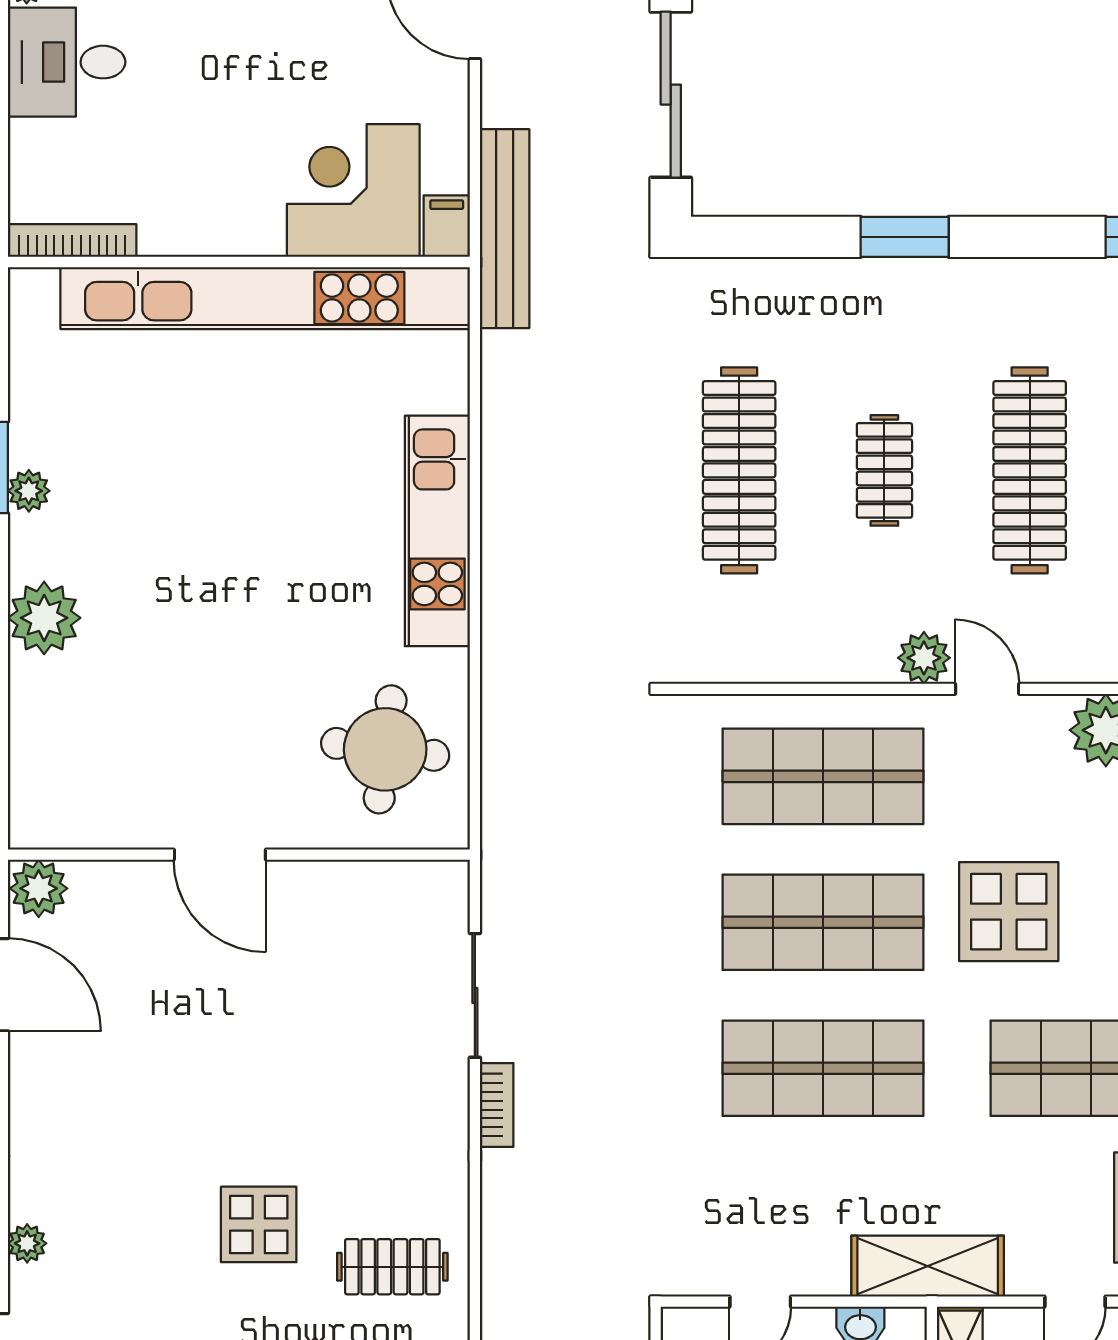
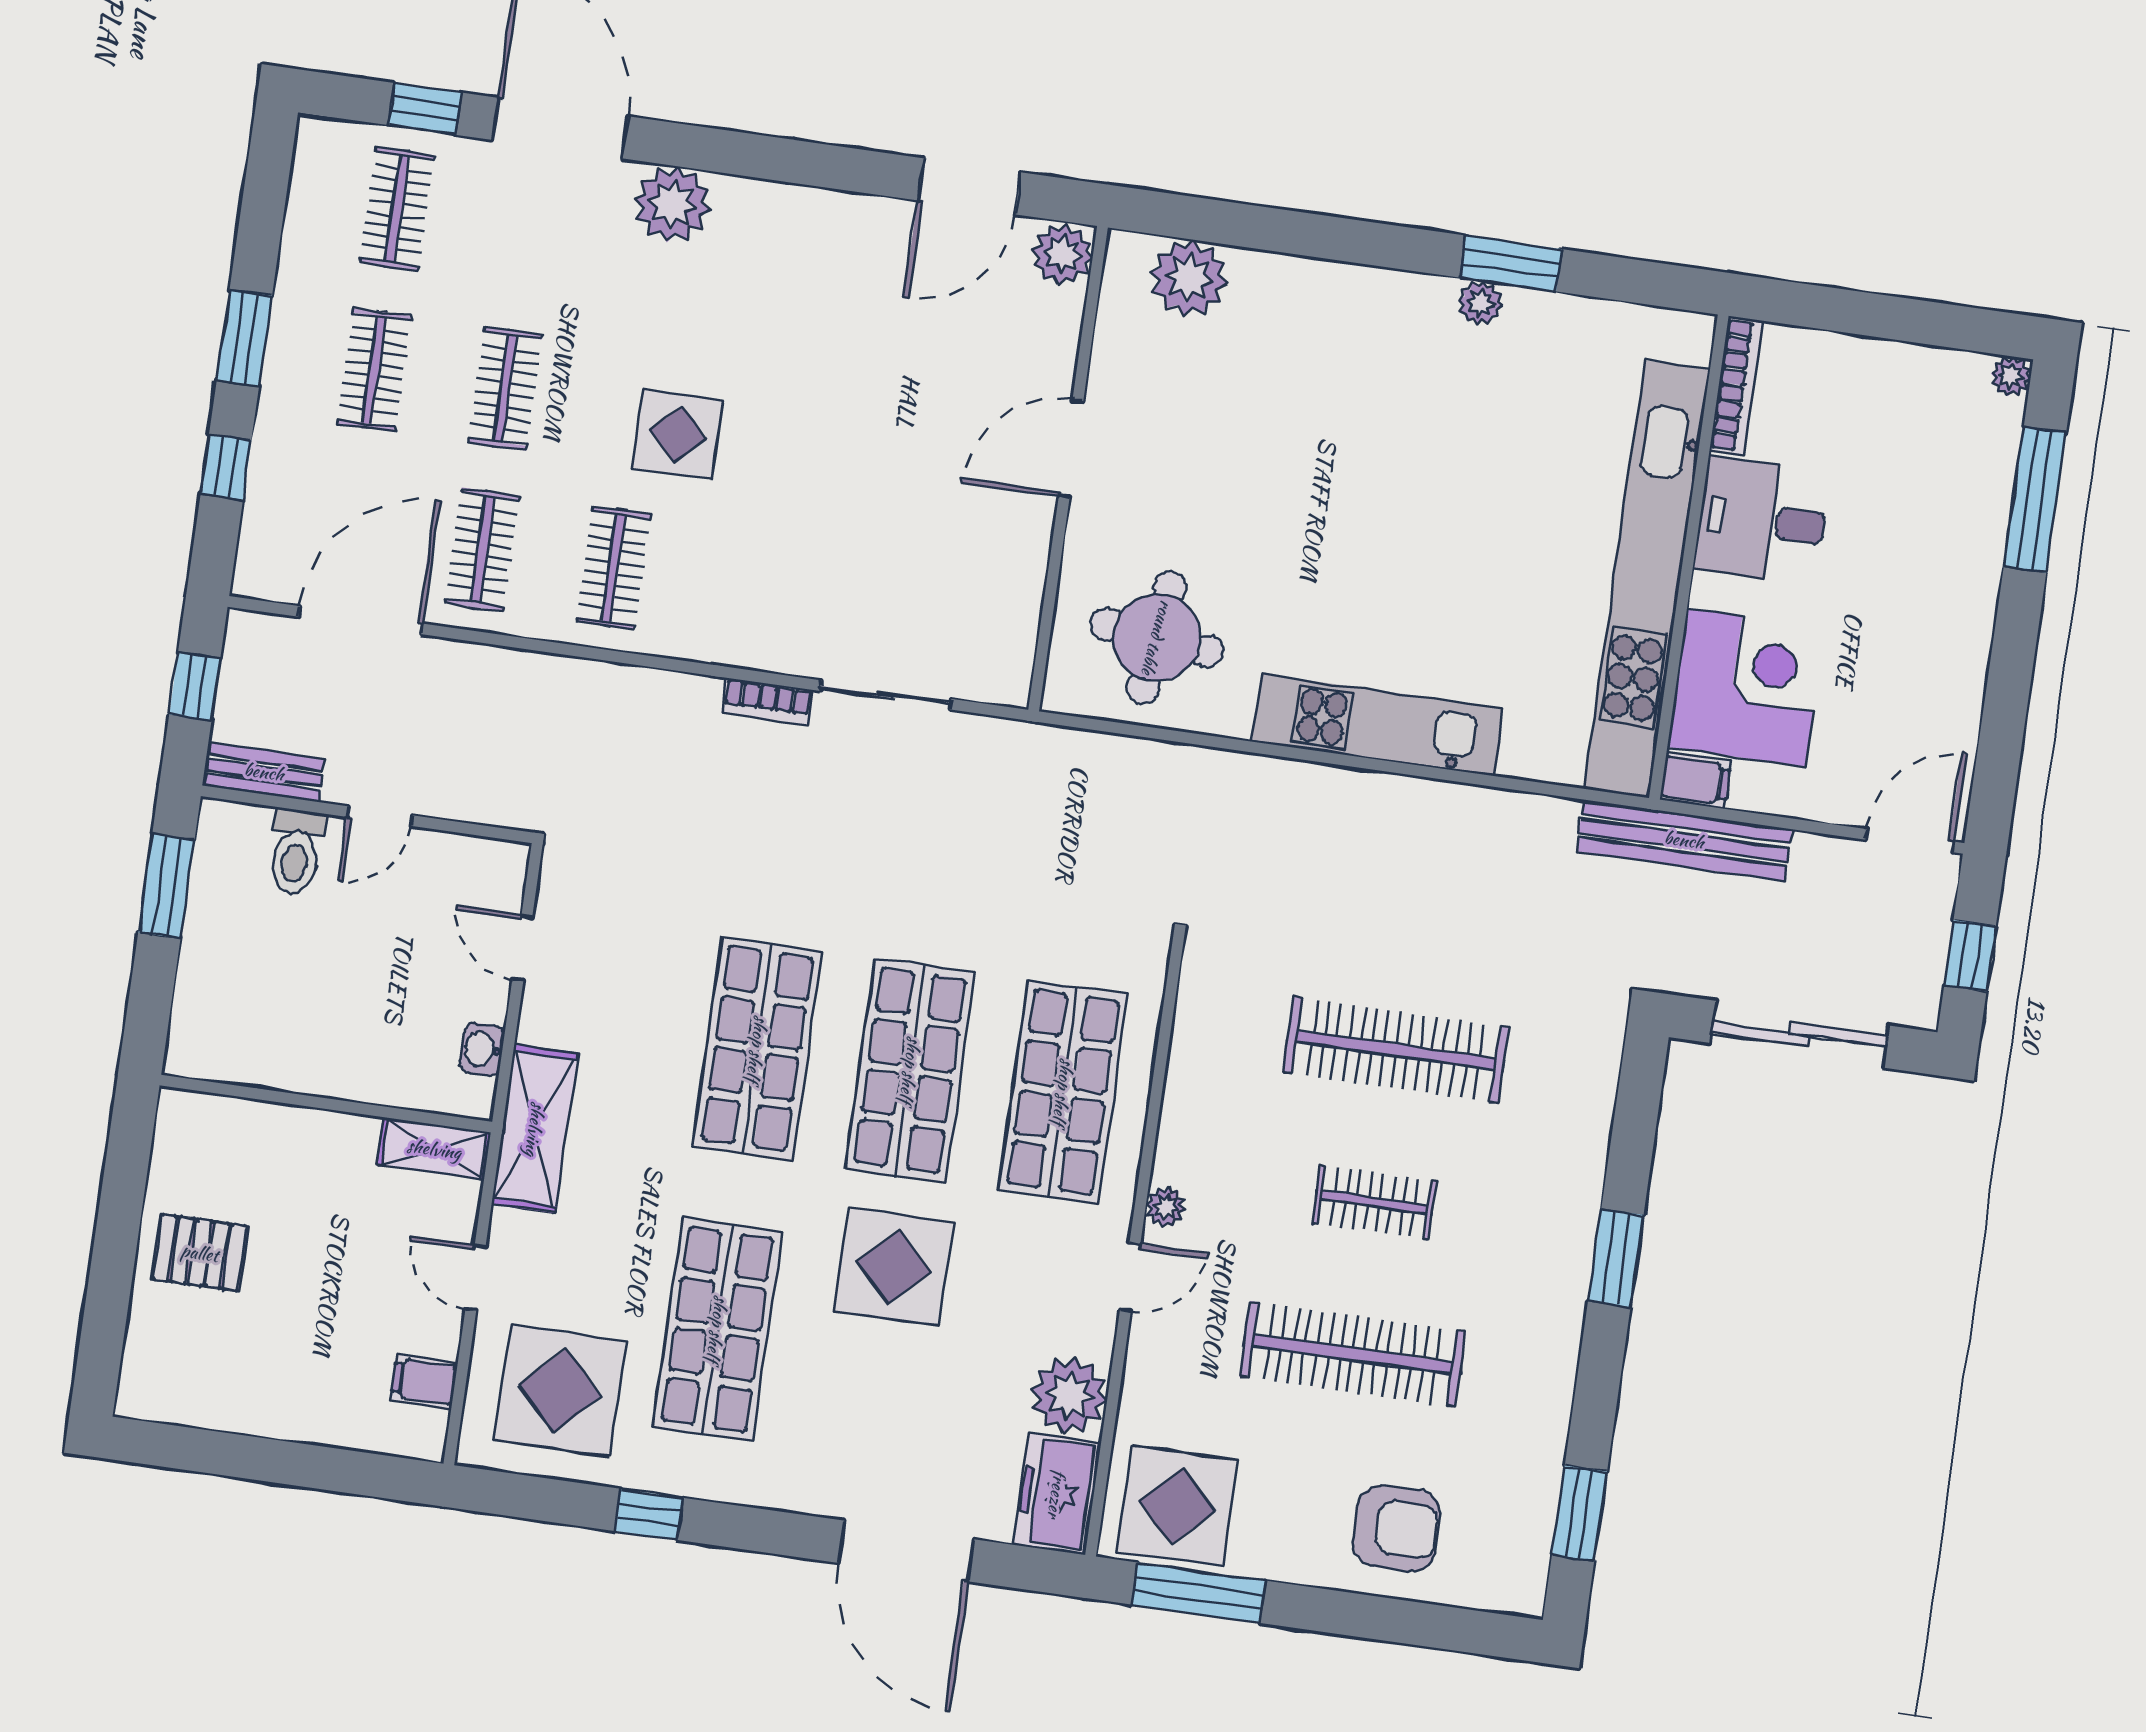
desk: (67, 62) -> (1762, 521), moved, turned -90
plant: (44, 618) -> (1189, 278), moved
plant: (924, 658) -> (1166, 1207), width x0.73, depth x0.73
plant: (27, 1243) -> (672, 204), width x1.87, depth x1.87

